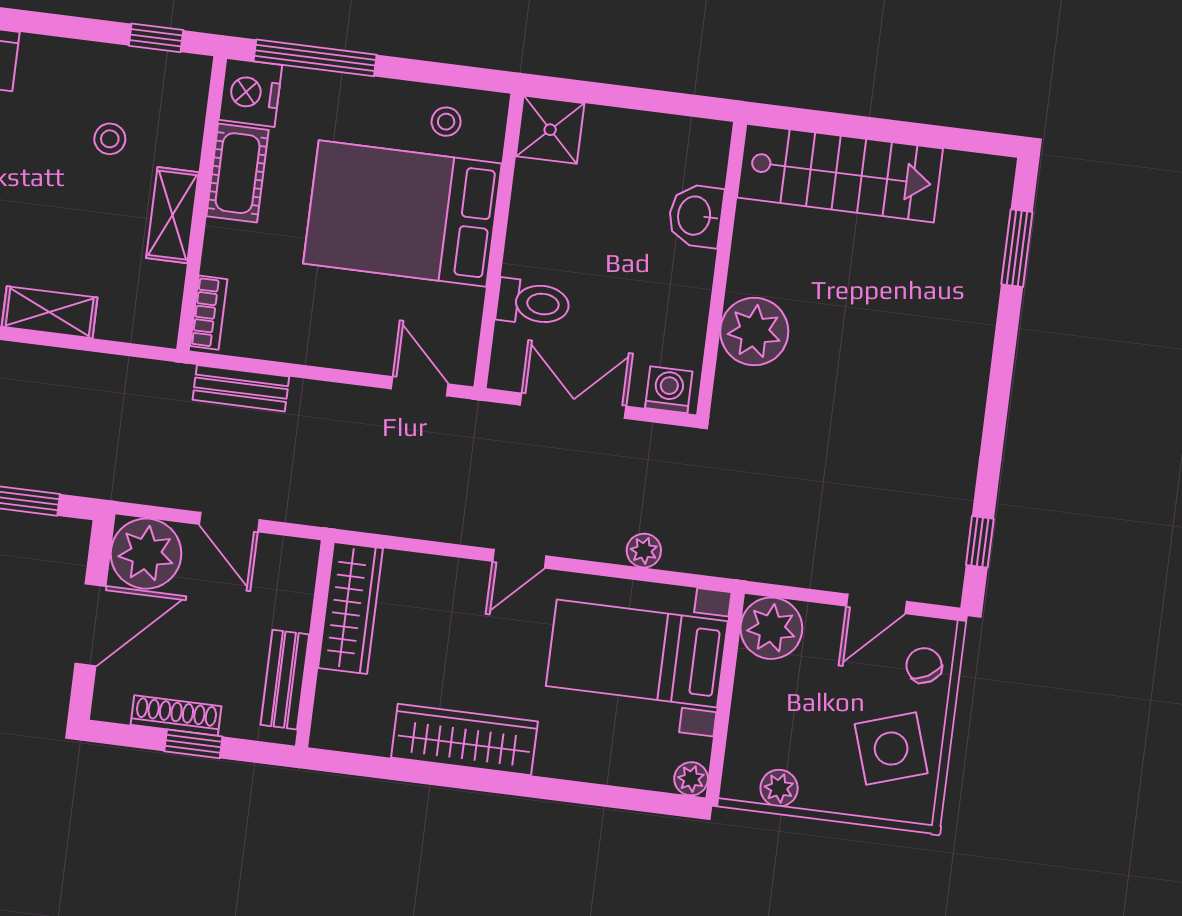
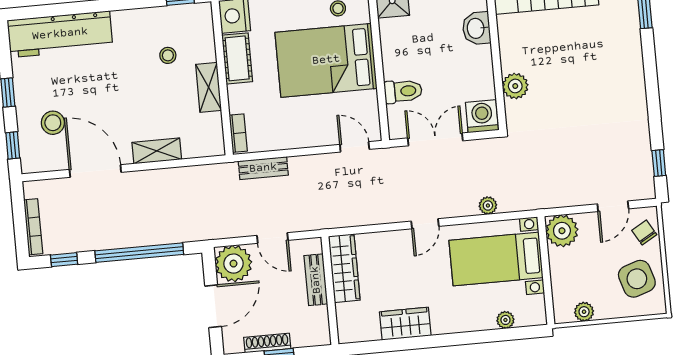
plant: (754, 331) -> (515, 86), width x0.73, depth x0.73
washing machine: (669, 390) -> (482, 116), width x1.38, depth x1.38
bench: (285, 680) -> (316, 280), moved
wardrobe: (464, 740) -> (405, 324), width x0.67
plant: (691, 779) -> (505, 320), moved

